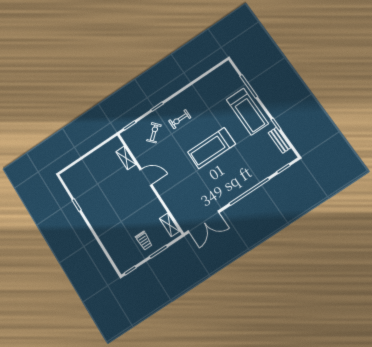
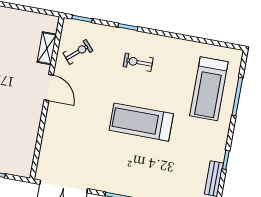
treadmill: (247, 112) -> (209, 89), moved
exercise bike: (154, 133) -> (78, 52), moved
shelving: (169, 225) -> (27, 158), removed

